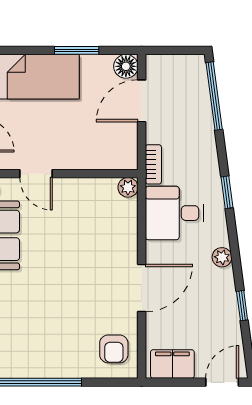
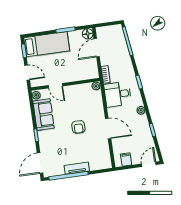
door: (142, 288) -> (108, 129), hinge flipped
armchair: (114, 349) -> (78, 127), moved
filing cabinet: (172, 364) -> (126, 159), width x0.50
tv unit: (58, 368) -> (77, 168), added

